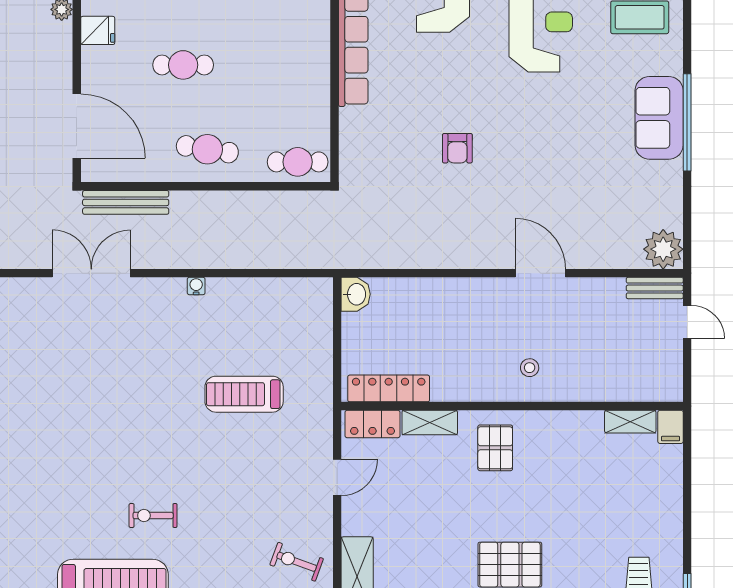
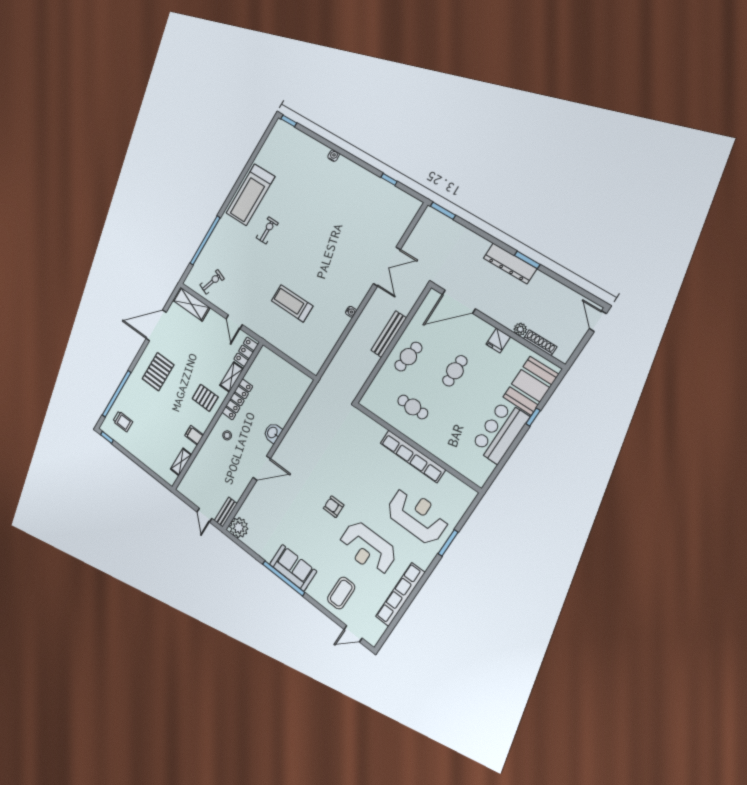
armchair: (457, 148) -> (334, 507), moved
cafe table: (298, 162) -> (413, 407), moved, turned 90
bench: (126, 202) -> (389, 334), moved
washbasin: (356, 294) -> (273, 433), moved, turned 90
door: (687, 322) -> (204, 515), hinge flipped
locker: (389, 388) -> (237, 399), moved
treadmill: (244, 394) -> (292, 303), turned -90
filing cabinet: (671, 427) -> (194, 435), moved

